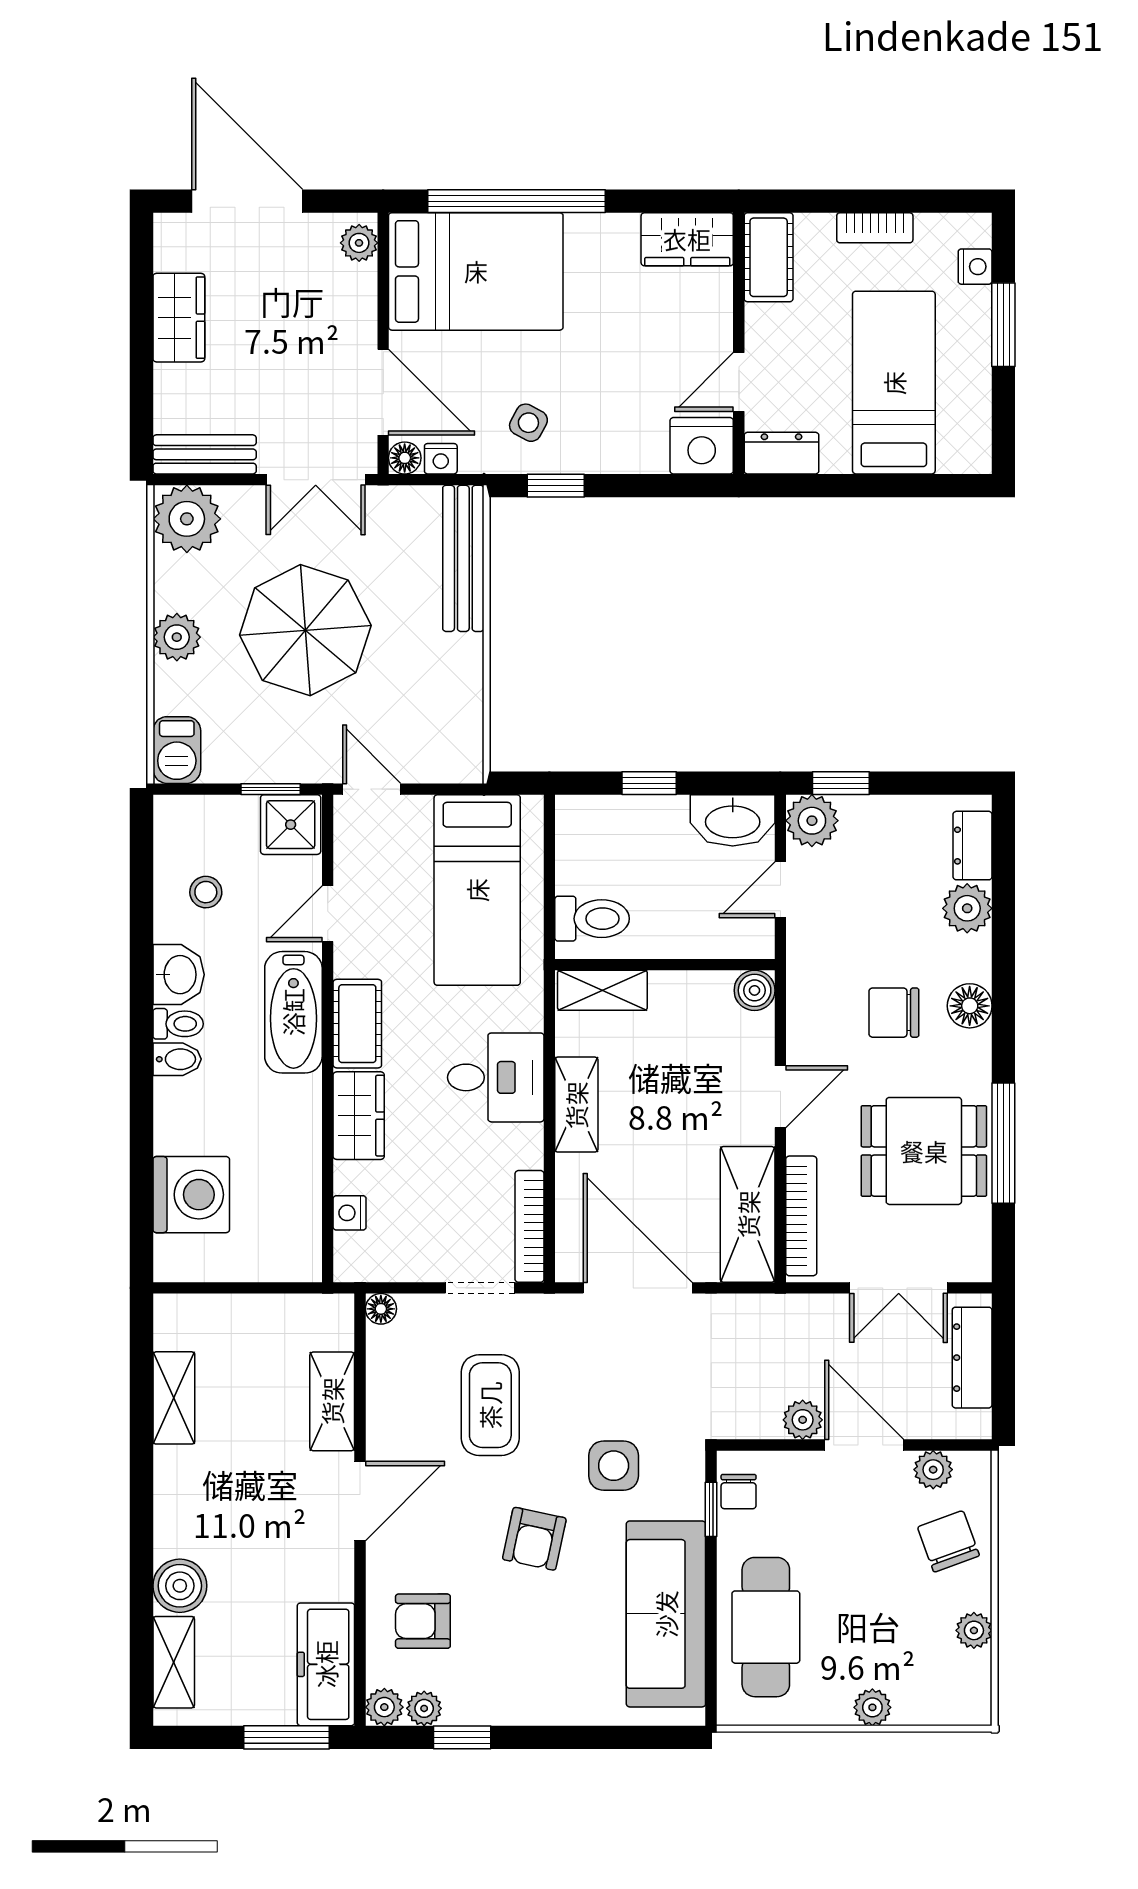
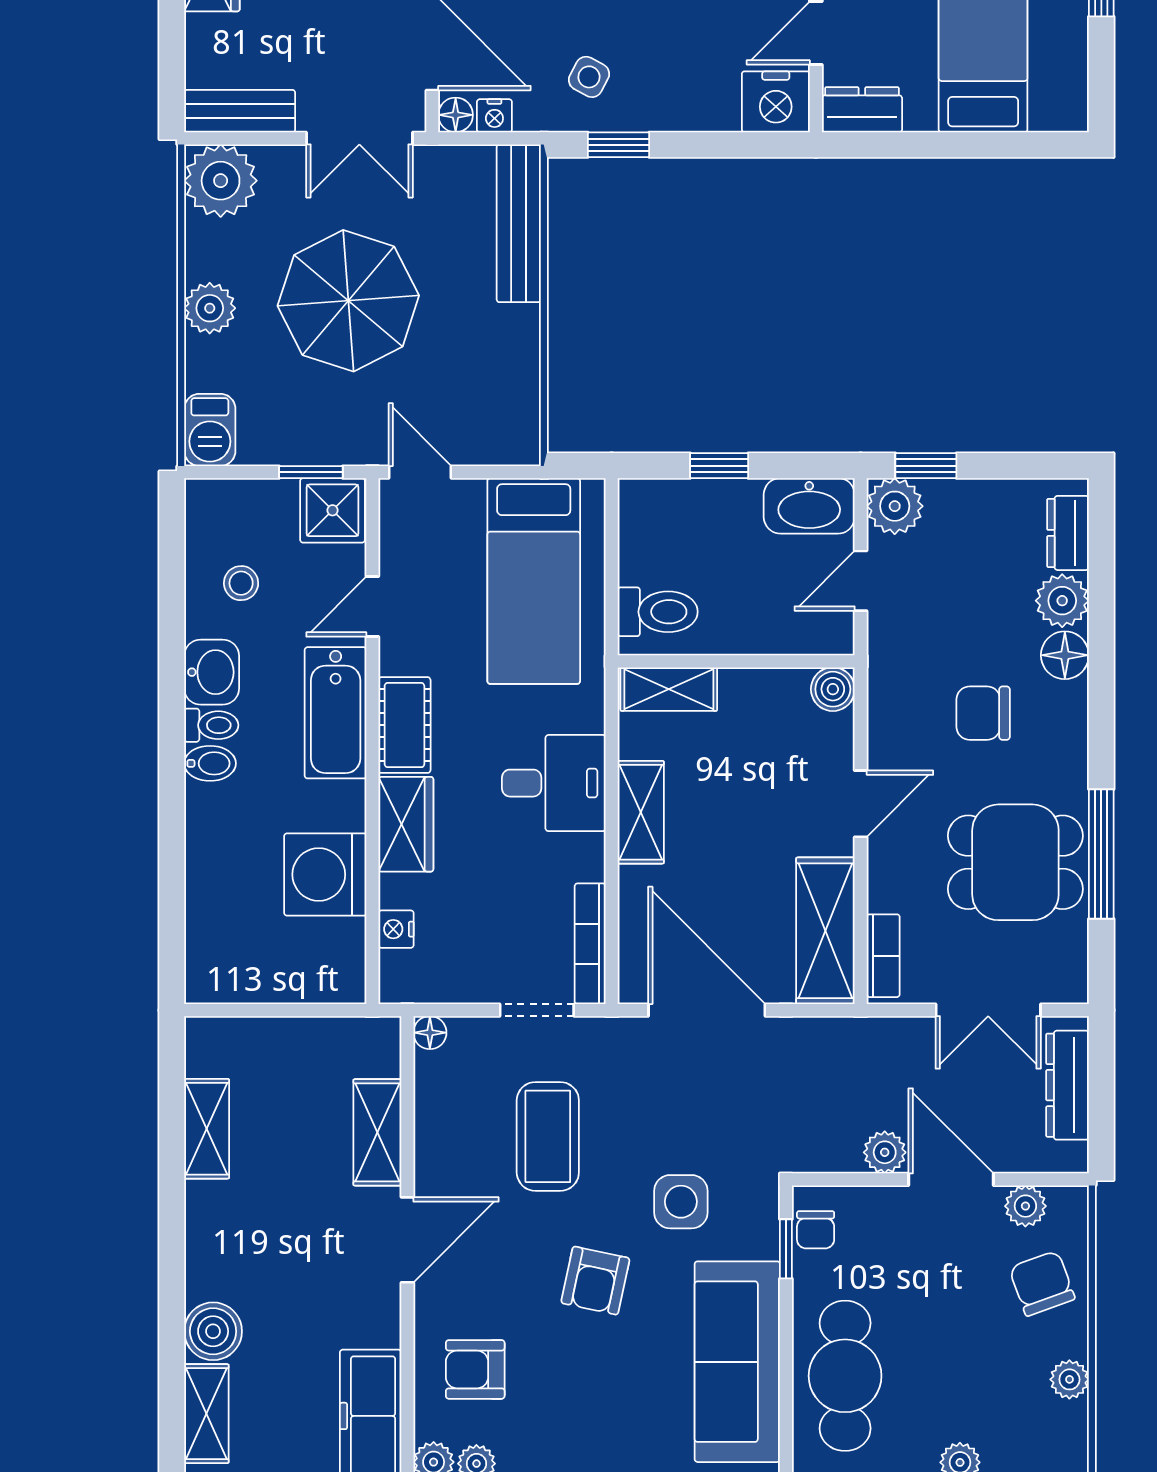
floor lamp: (970, 1006) -> (1065, 655), moved
washing machine: (191, 1195) -> (325, 875), moved, turned 180
bookcase: (801, 1216) -> (883, 956), width x0.64

